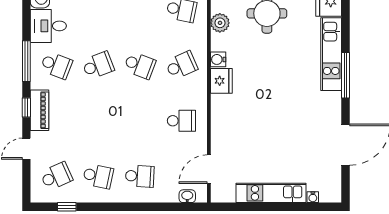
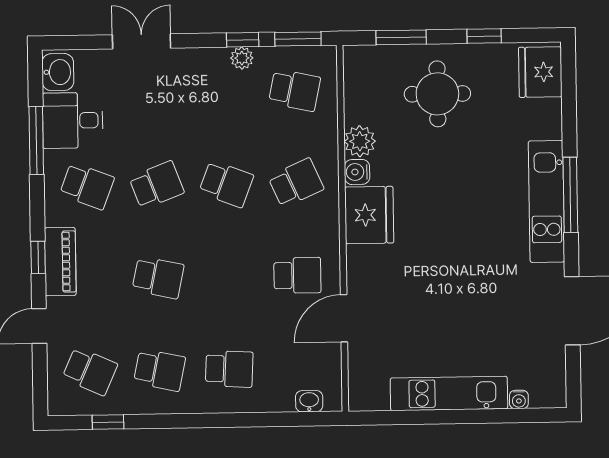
plant: (220, 23) -> (360, 141), moved
kitchen unit: (331, 54) -> (546, 201), moved
window: (26, 61) -> (36, 140), moved
fridge: (221, 81) -> (369, 215), width x1.36, depth x1.34
school desk: (98, 121) -> (158, 278), added
door: (209, 169) -> (344, 318), moved
school desk: (56, 176) -> (90, 371), turned 48

